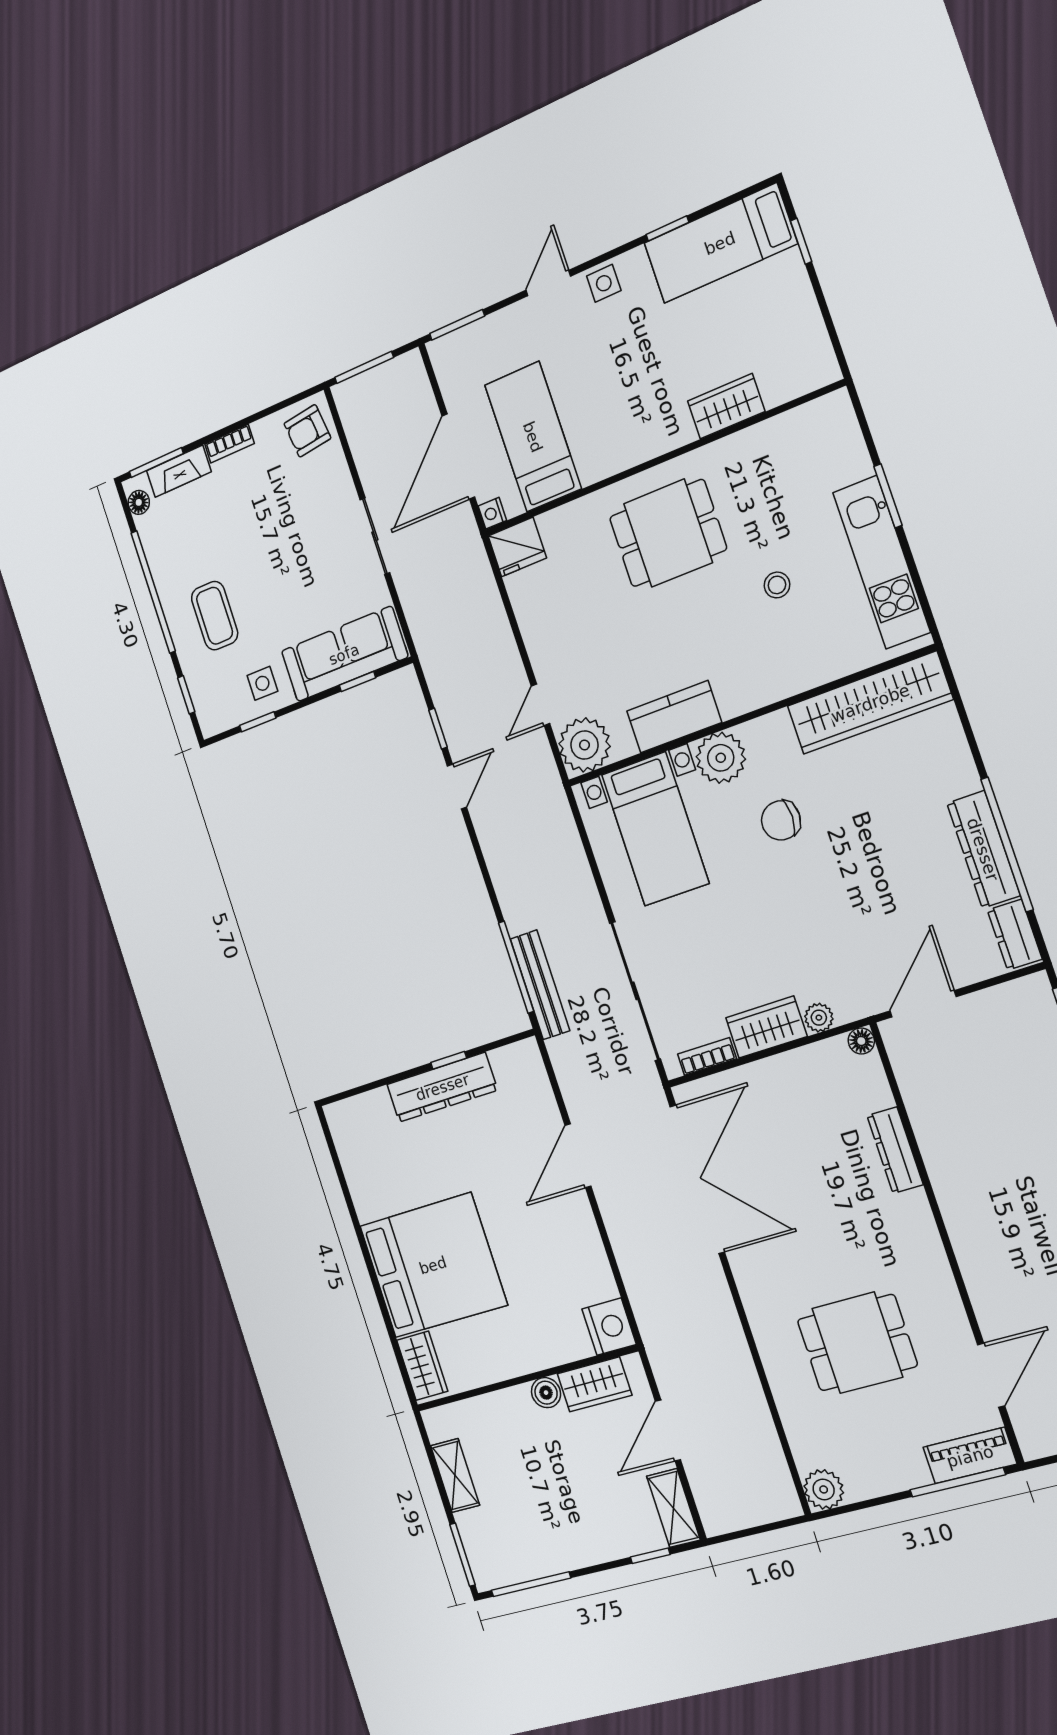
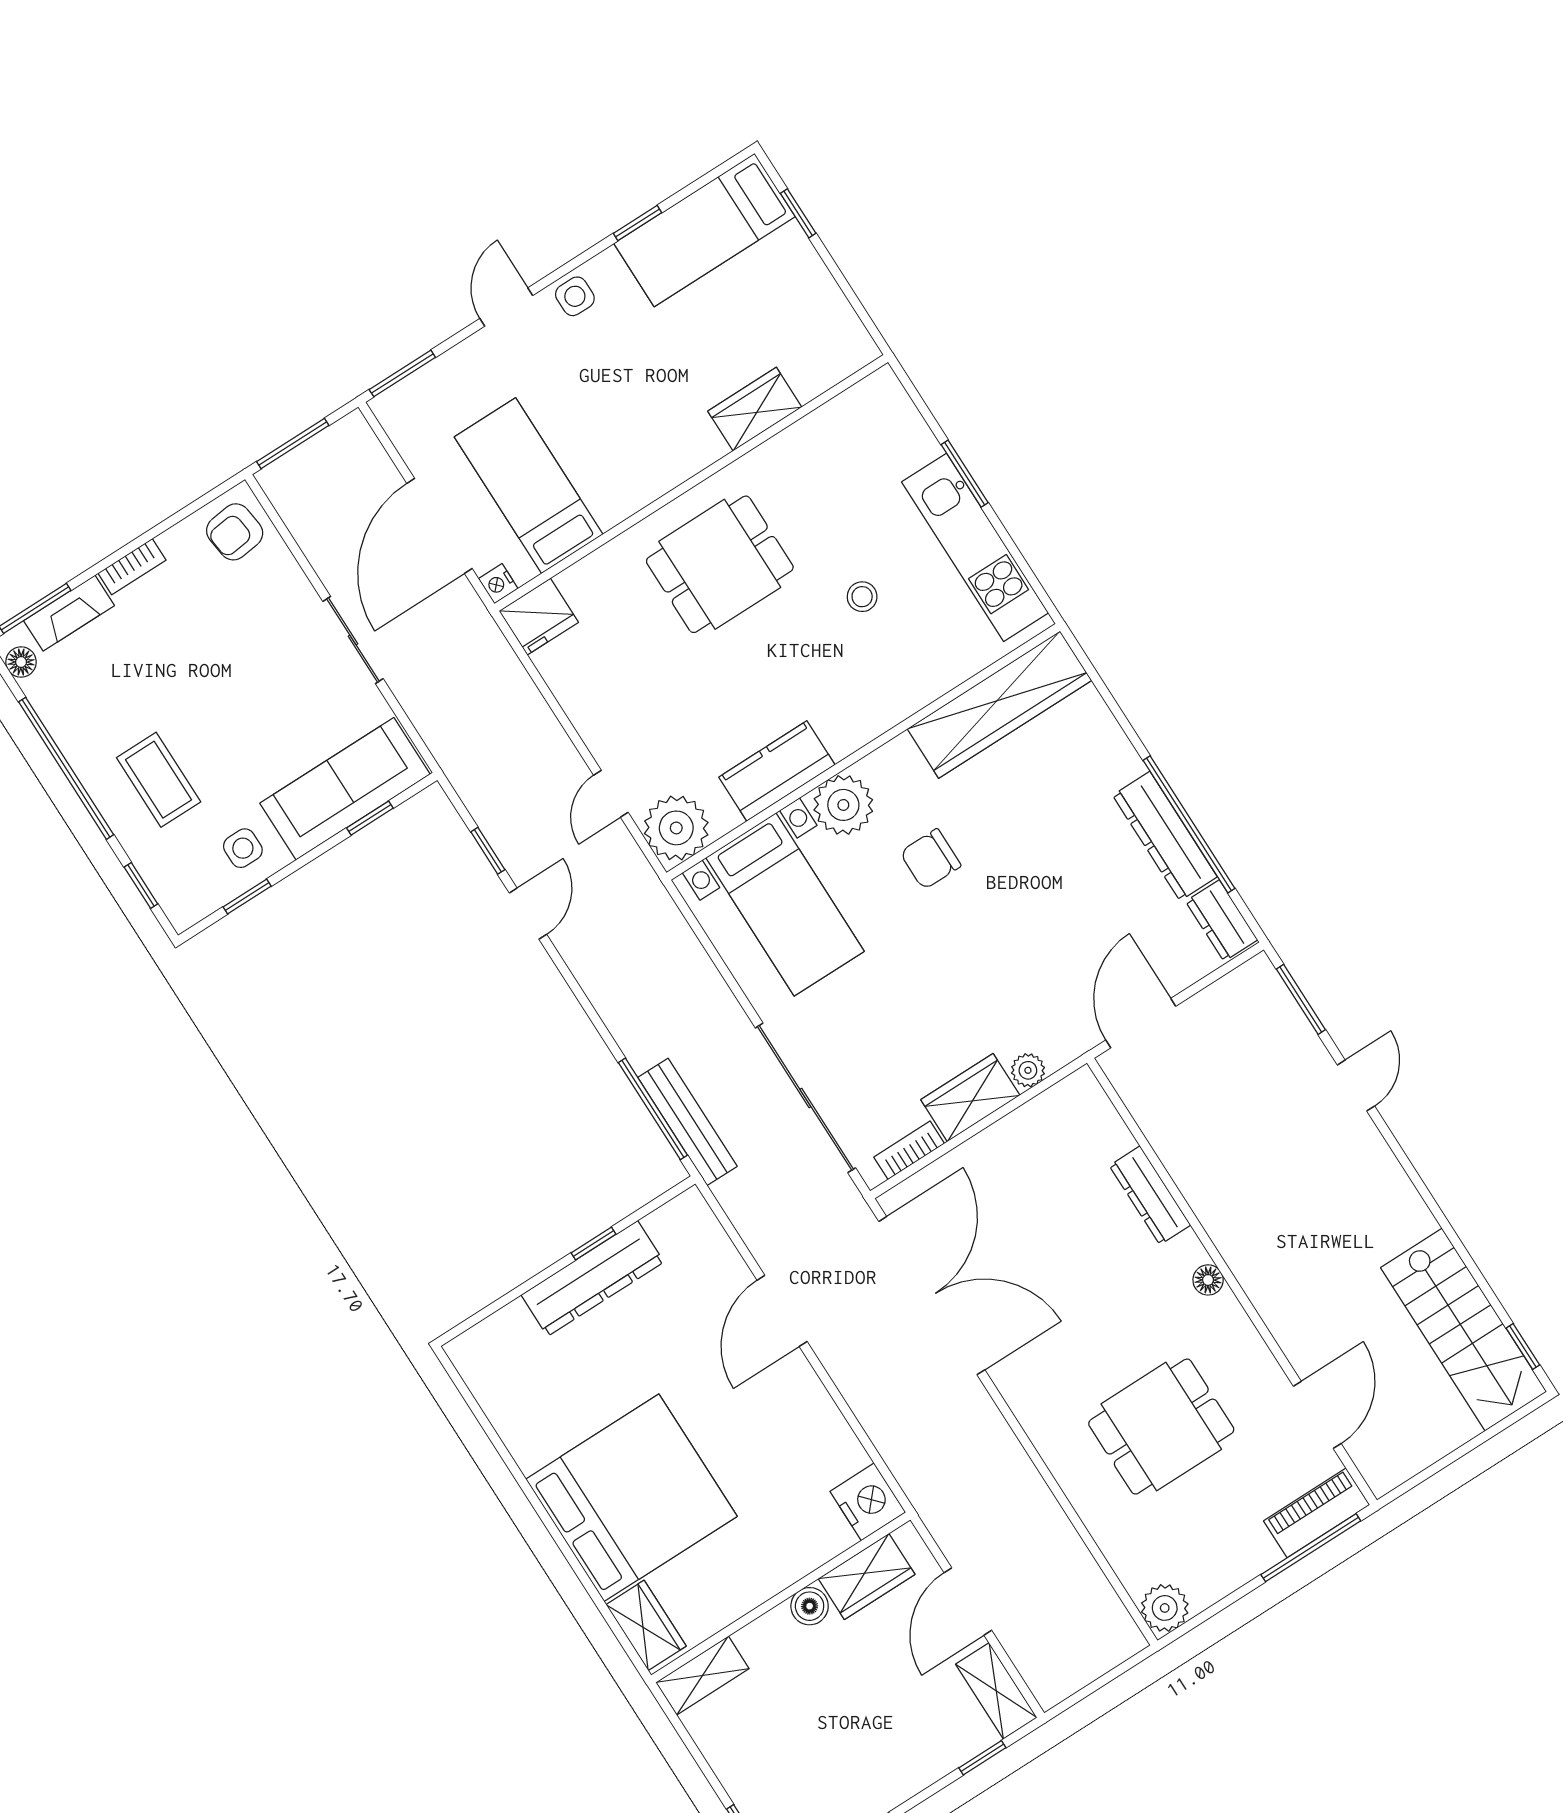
floor lamp: (861, 1041) -> (1208, 1280), moved
shelving: (455, 1475) -> (702, 1676), moved, turned 90

